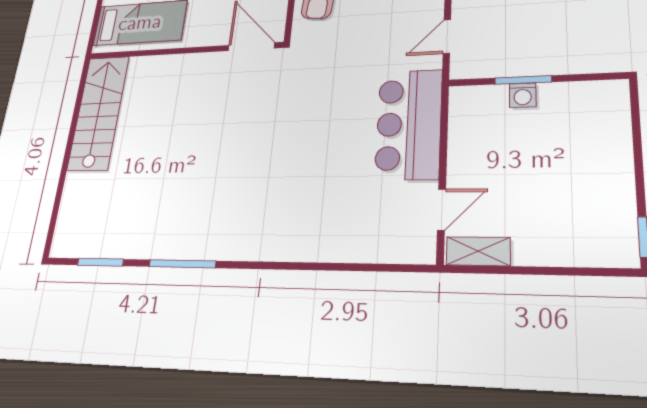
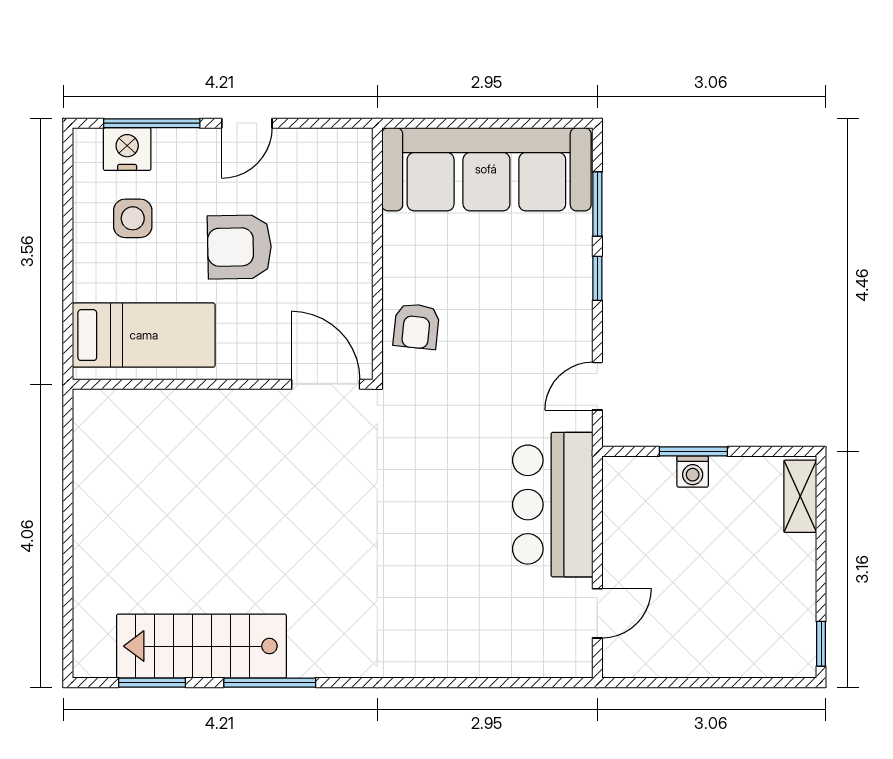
stairs: (98, 113) -> (202, 646), moved, turned -90
shelving: (478, 251) -> (800, 496), moved, turned 90

